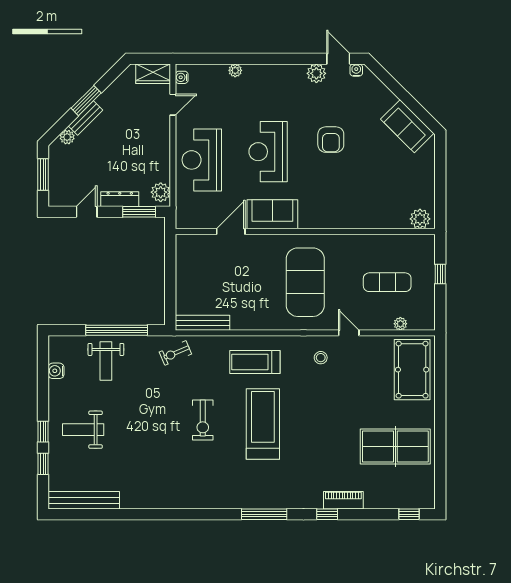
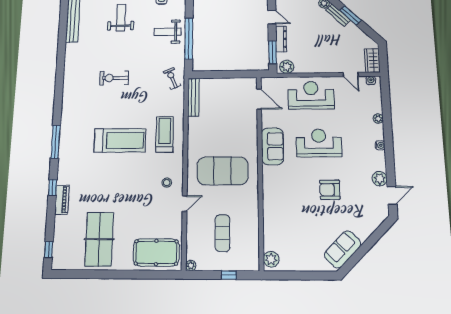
water cooler: (356, 70) -> (380, 145), moved
door: (231, 231) -> (259, 99), moved
plant: (400, 324) -> (191, 265), moved
exercise bike: (203, 420) -> (114, 78), moved

